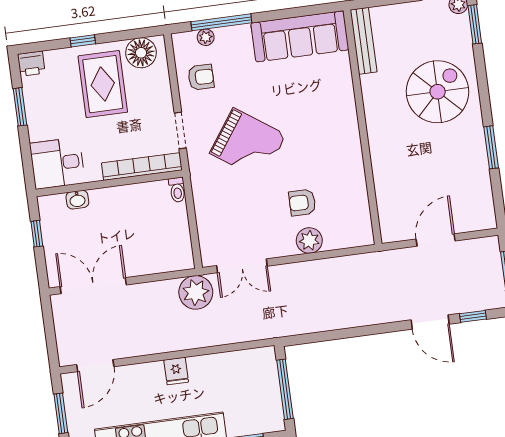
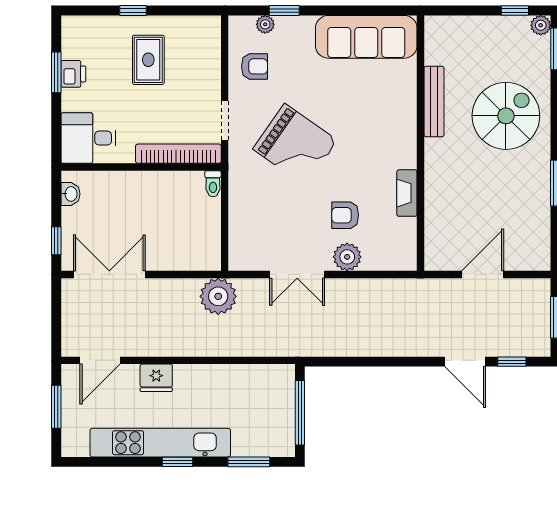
window: (221, 22) -> (284, 11), width x0.46
bench: (364, 41) -> (434, 102), moved
floor lamp: (141, 53) -> (194, 32), removed
printer: (31, 64) -> (73, 74), moved, turned -90
rug: (103, 84) -> (148, 60), width x0.73, depth x0.70
fireplace: (356, 175) -> (407, 193), added
washbasin: (77, 200) -> (70, 194), moved, turned -90
window: (37, 234) -> (56, 241), moved
double door: (242, 266) -> (297, 274), moved
fridge: (176, 371) -> (156, 378), moved, width x1.38

